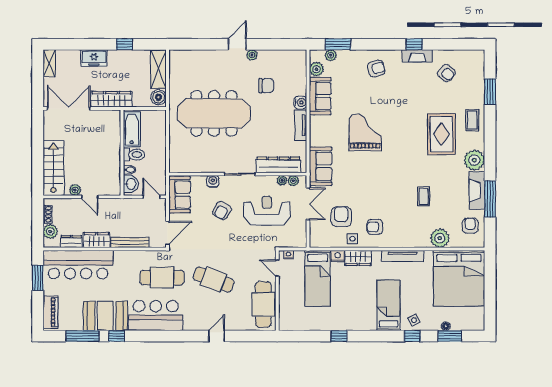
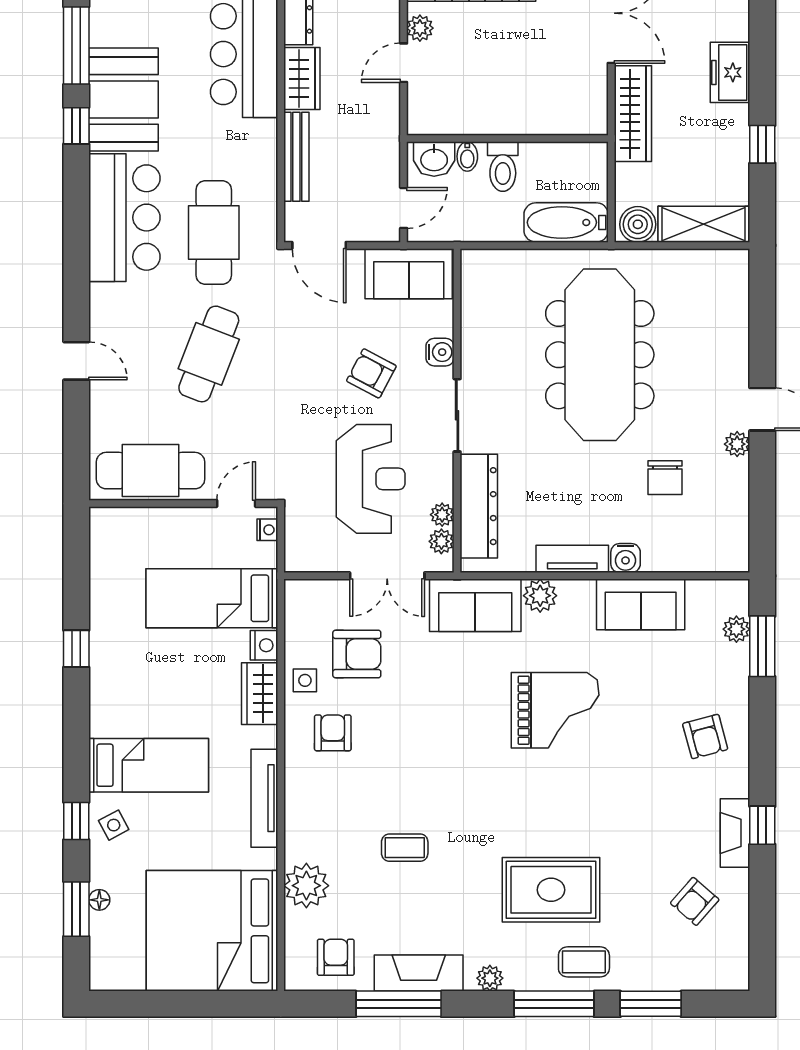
plant: (316, 69) -> (540, 596), moved
bathtub: (132, 129) -> (566, 222), moved, turned 180
window: (490, 133) -> (554, 1004), added
plant: (474, 160) -> (490, 978), width x0.53, depth x0.53
armchair: (470, 226) -> (336, 957), turned -90

